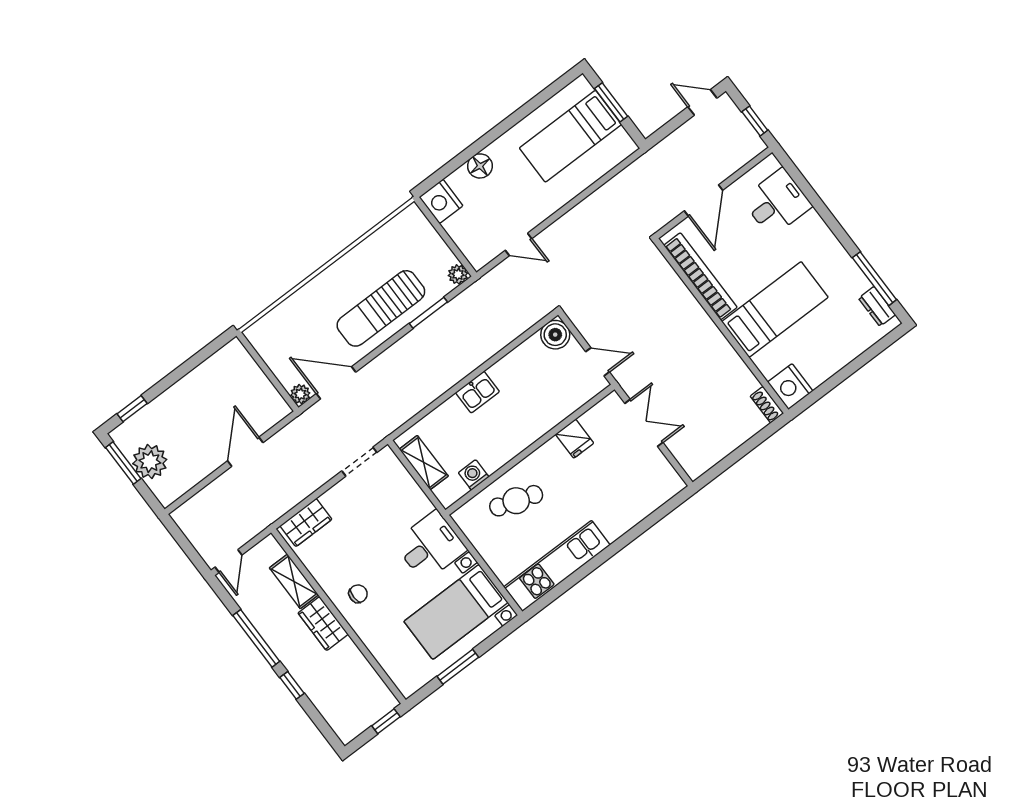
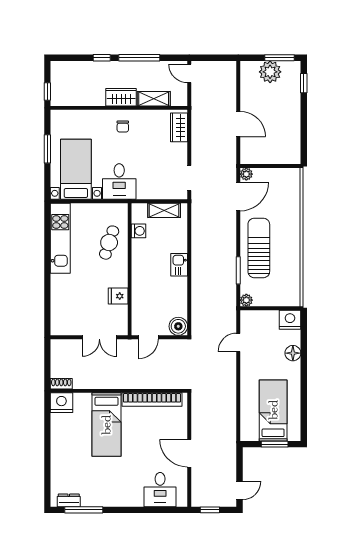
bookcase: (700, 276) -> (152, 399), moved
bed: (775, 309) -> (106, 425), moved
wall: (721, 326) -> (119, 391), moved
nightstand: (790, 387) -> (61, 403), moved
shoe rack: (767, 405) -> (61, 384), moved

